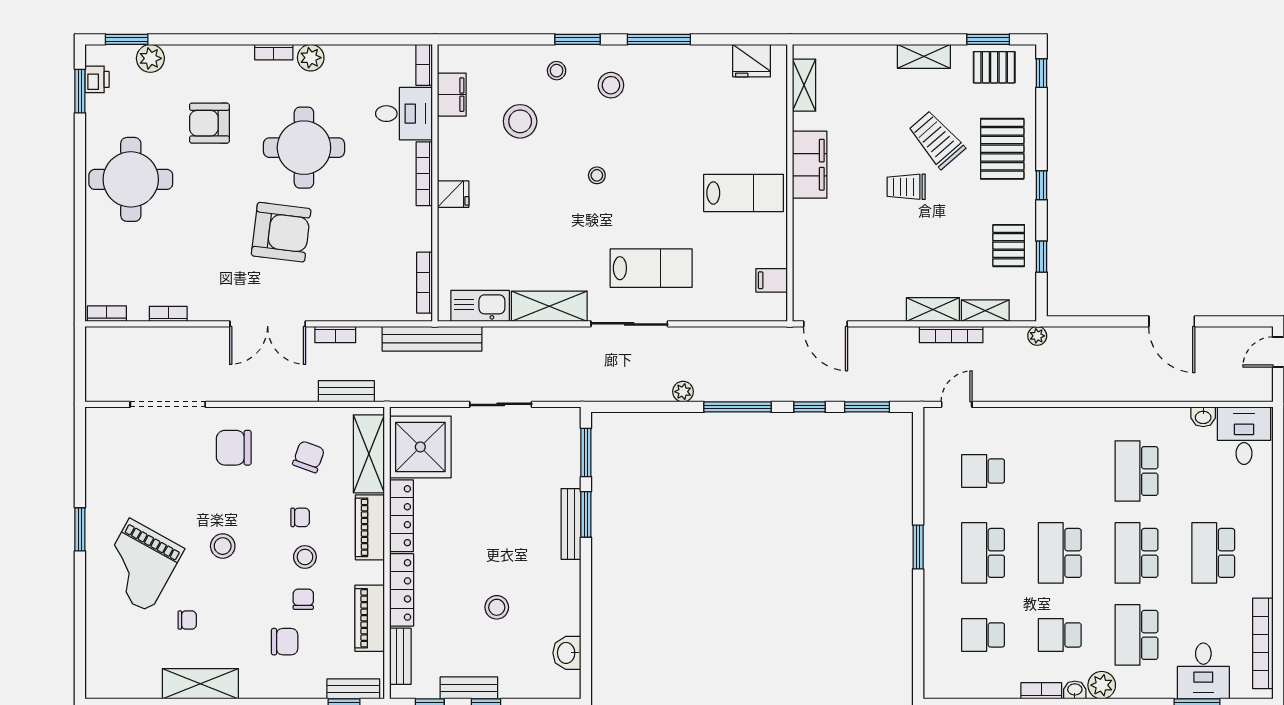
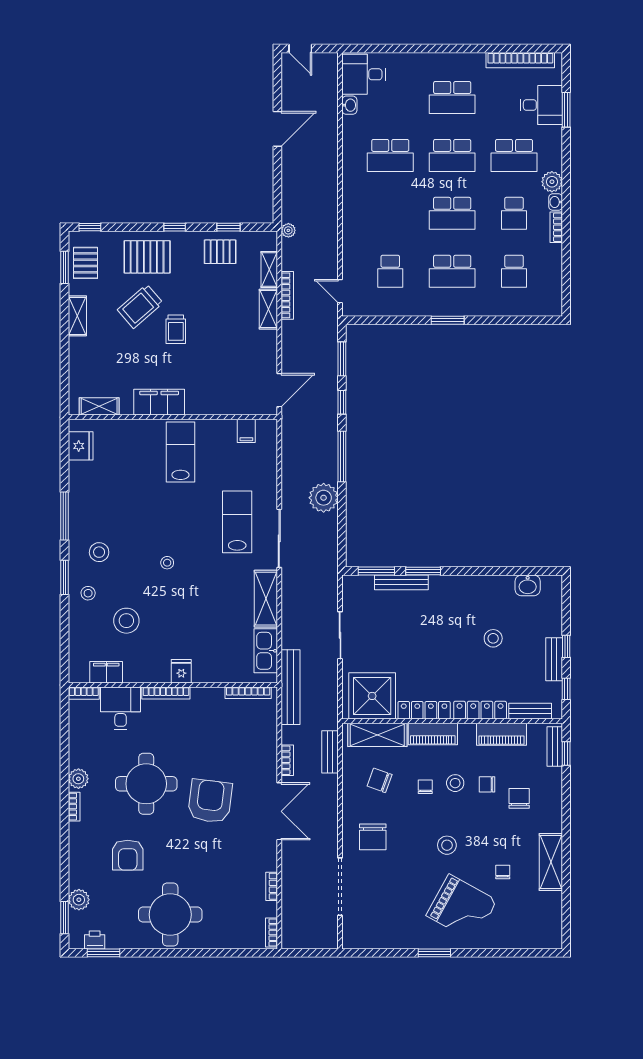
plant: (683, 392) -> (324, 498), width x1.87, depth x1.87
bench: (571, 524) -> (401, 582), moved

